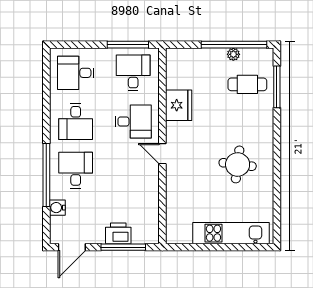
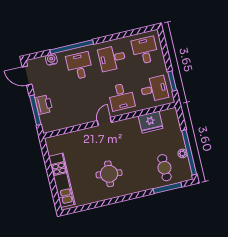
window: (128, 45) -> (172, 81), width x0.69
fridge: (179, 105) -> (151, 122), moved
desk: (76, 170) -> (79, 66), turned -90

